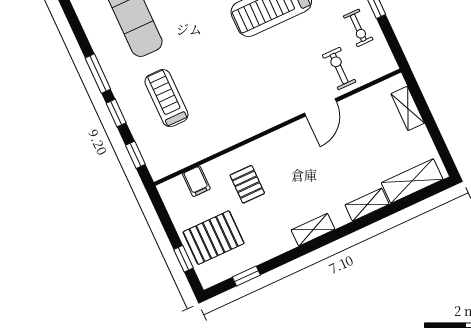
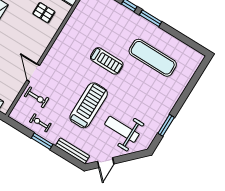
treadmill: (166, 98) -> (107, 61), moved

